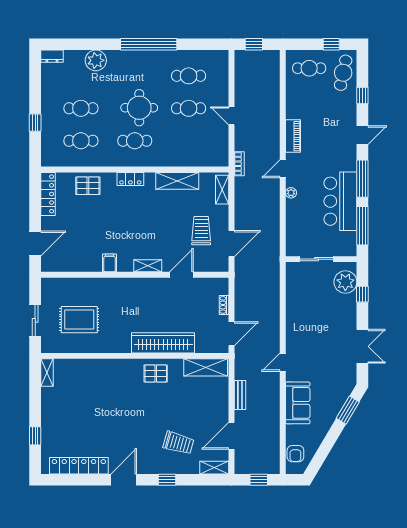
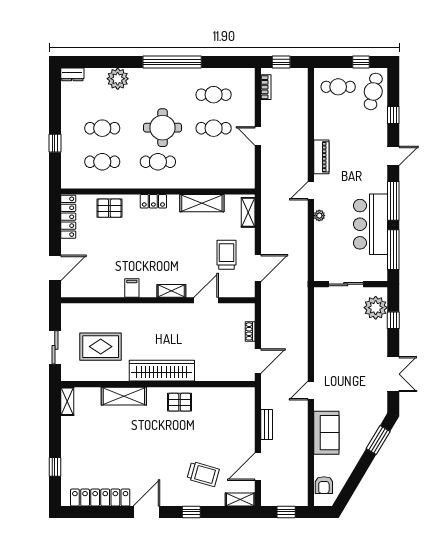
bookcase: (239, 164) -> (266, 87), moved
wardrobe: (163, 343) -> (162, 371), moved
shelving: (206, 367) -> (124, 396), moved

